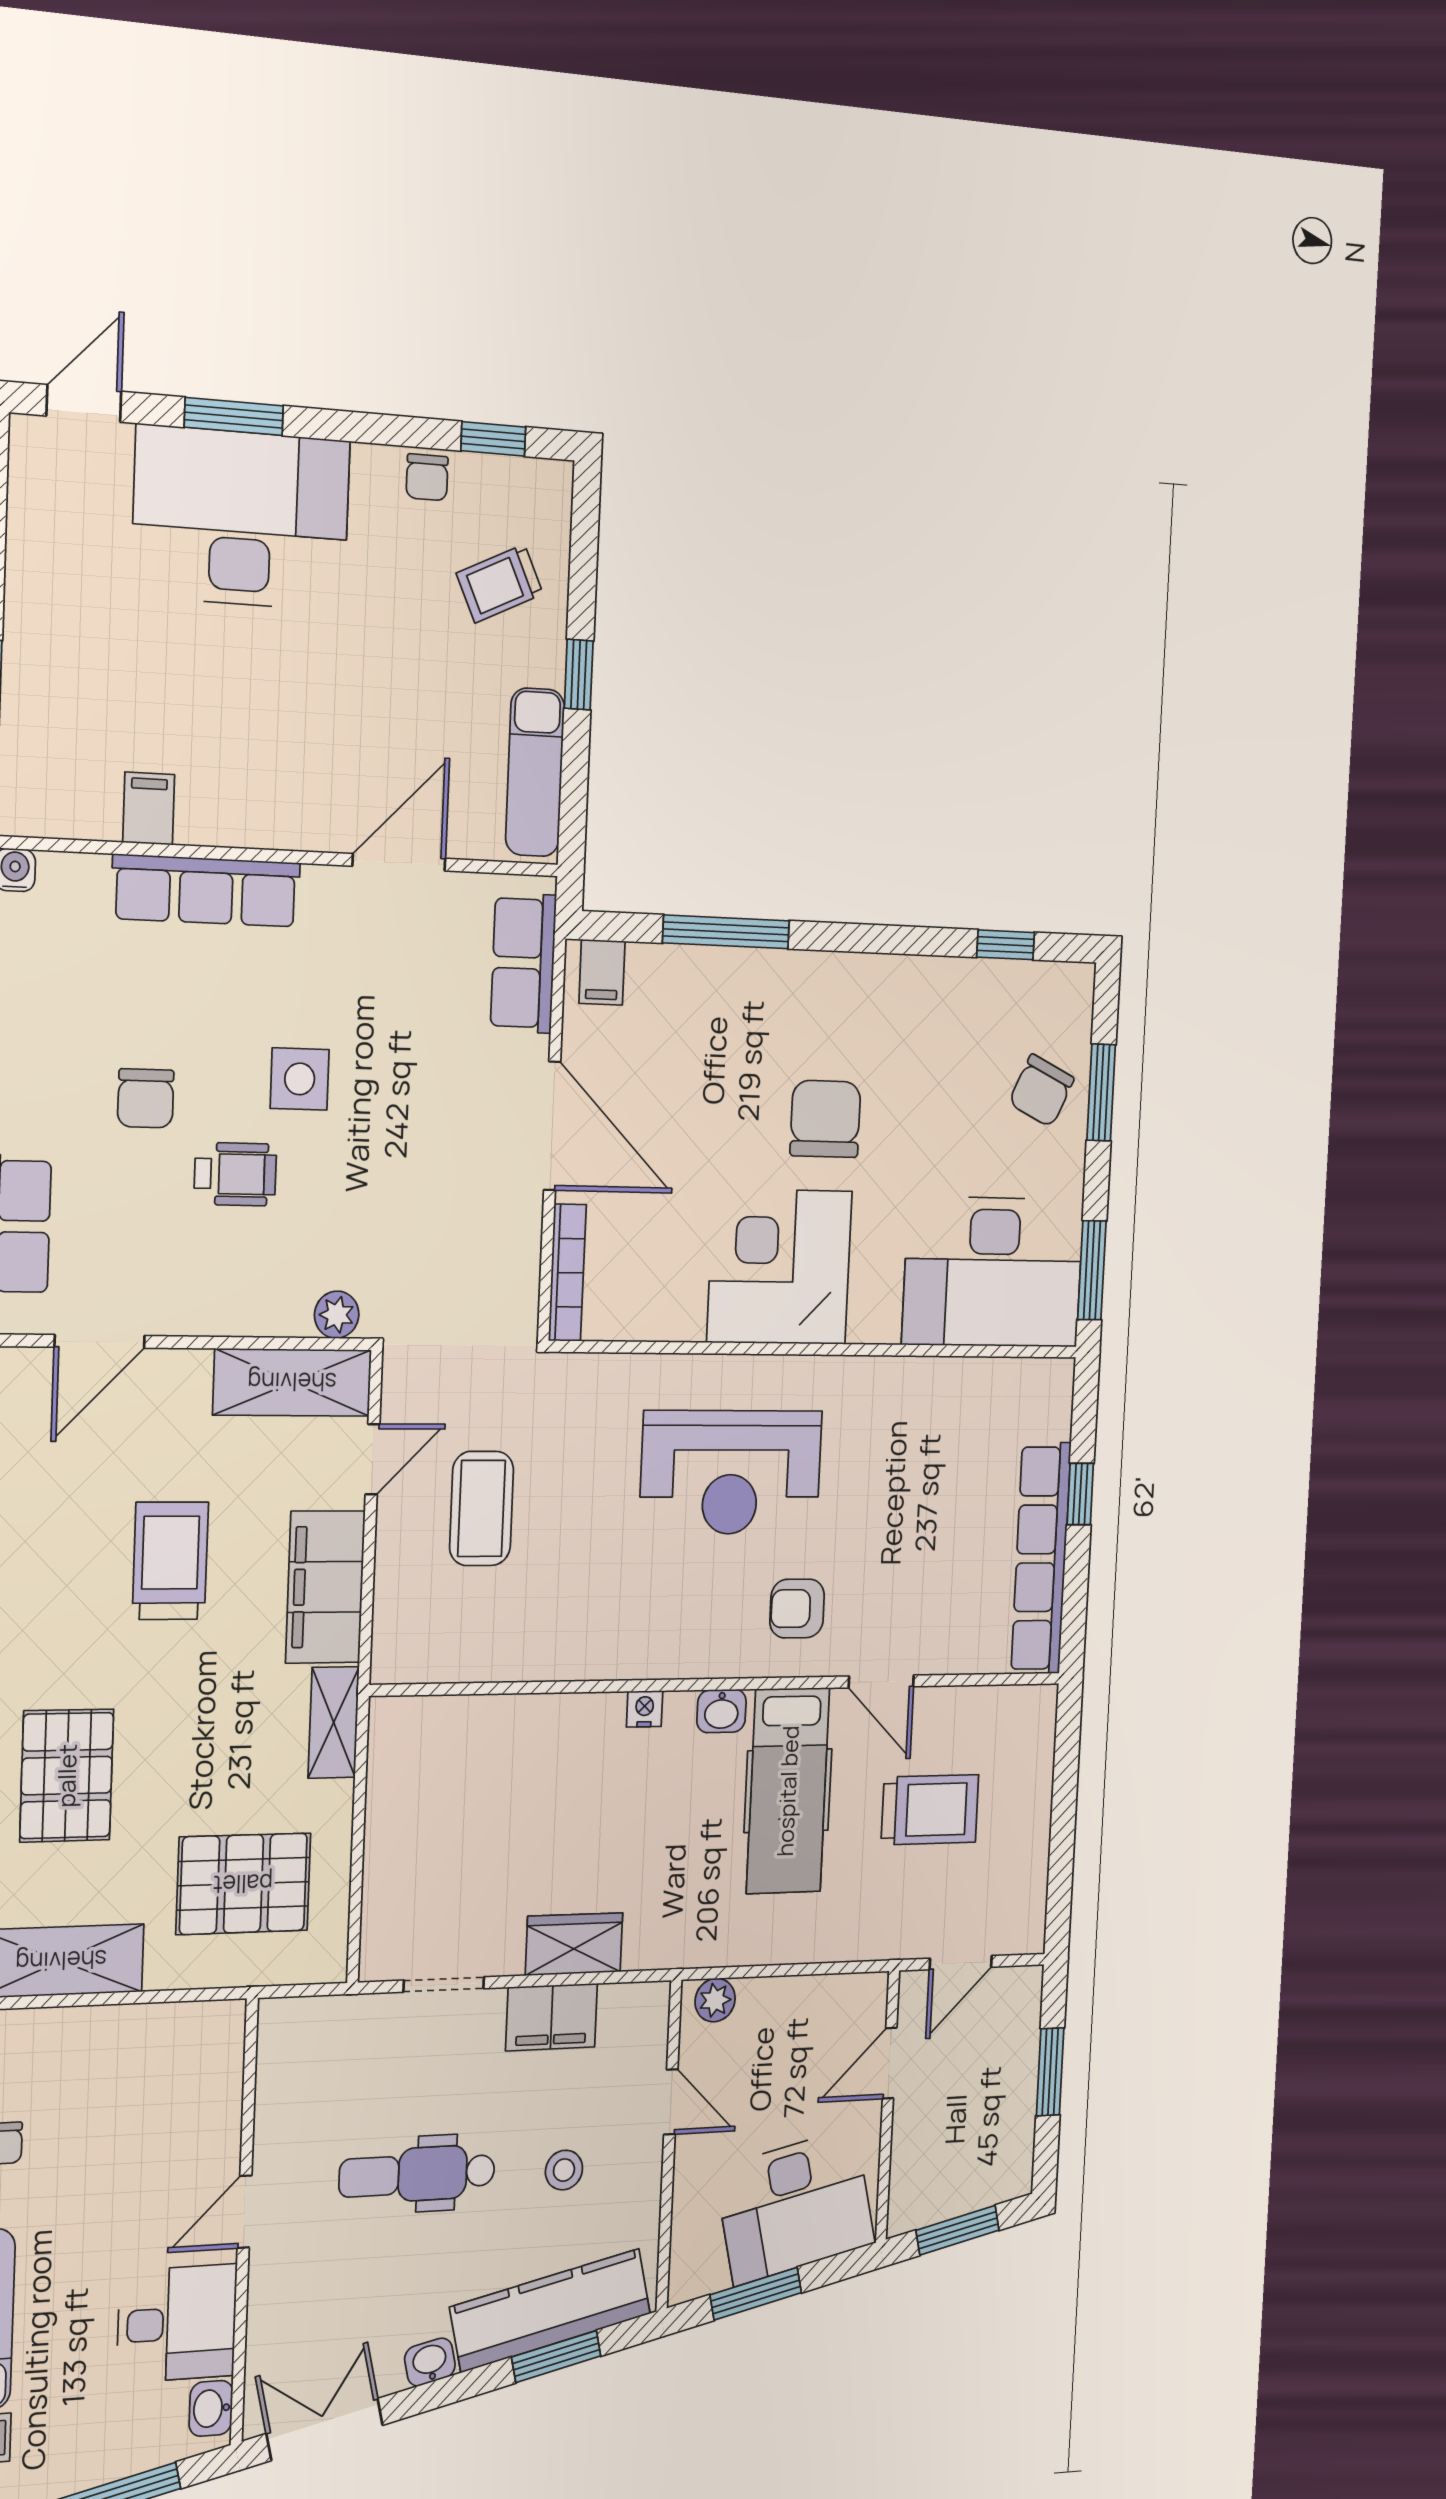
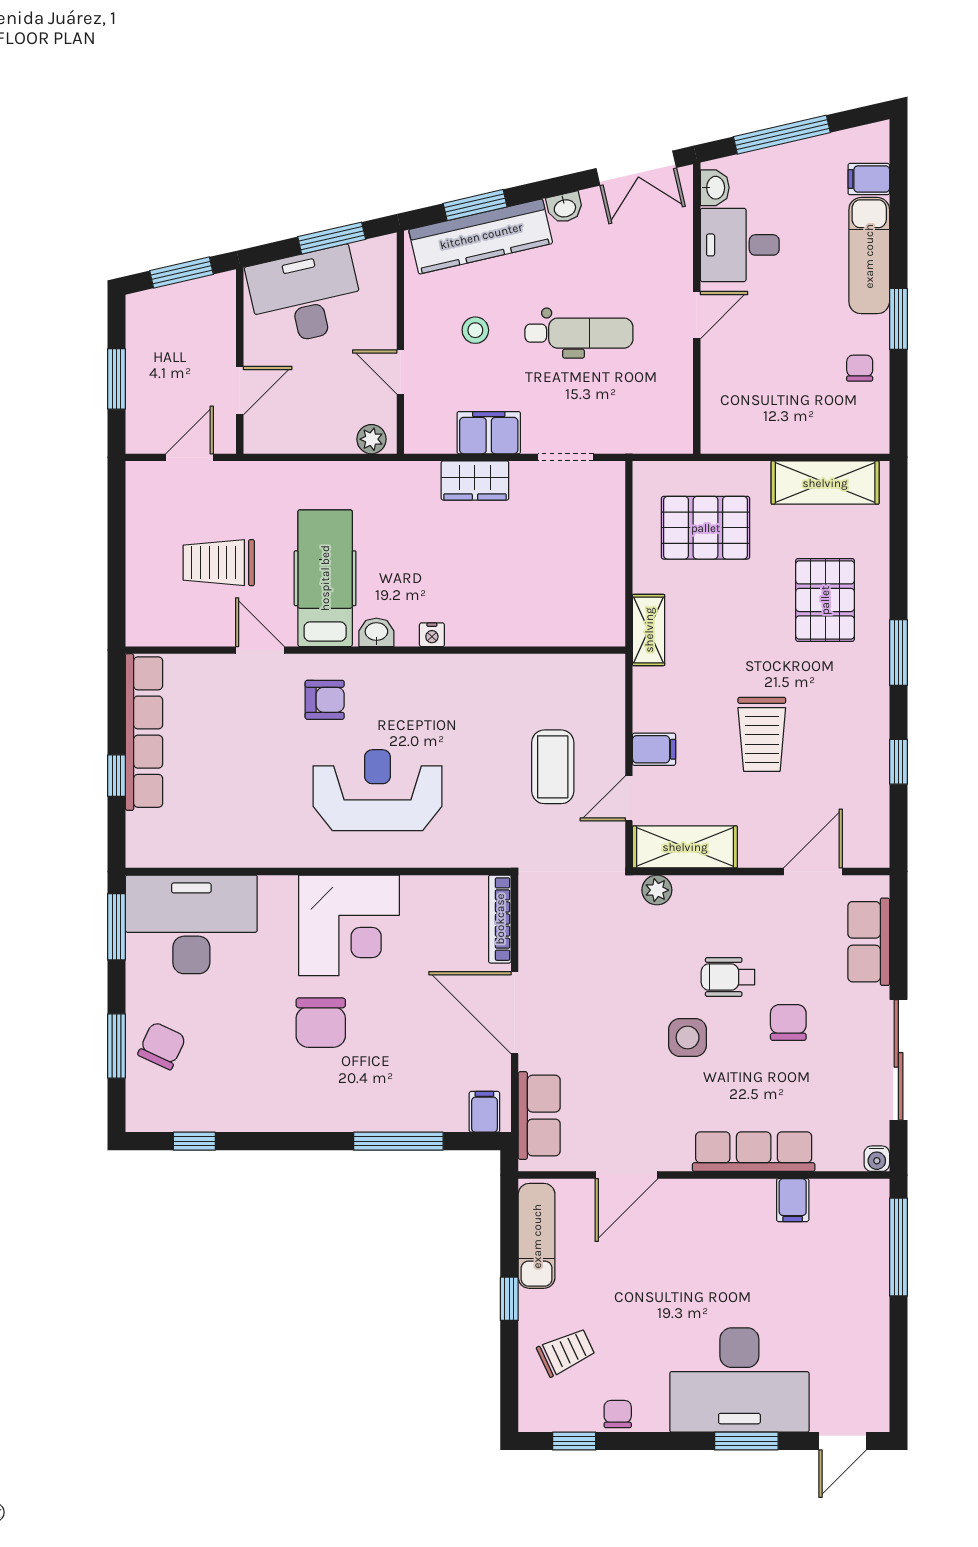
filing cabinet: (325, 1587) -> (654, 749), width x0.33, depth x0.86

